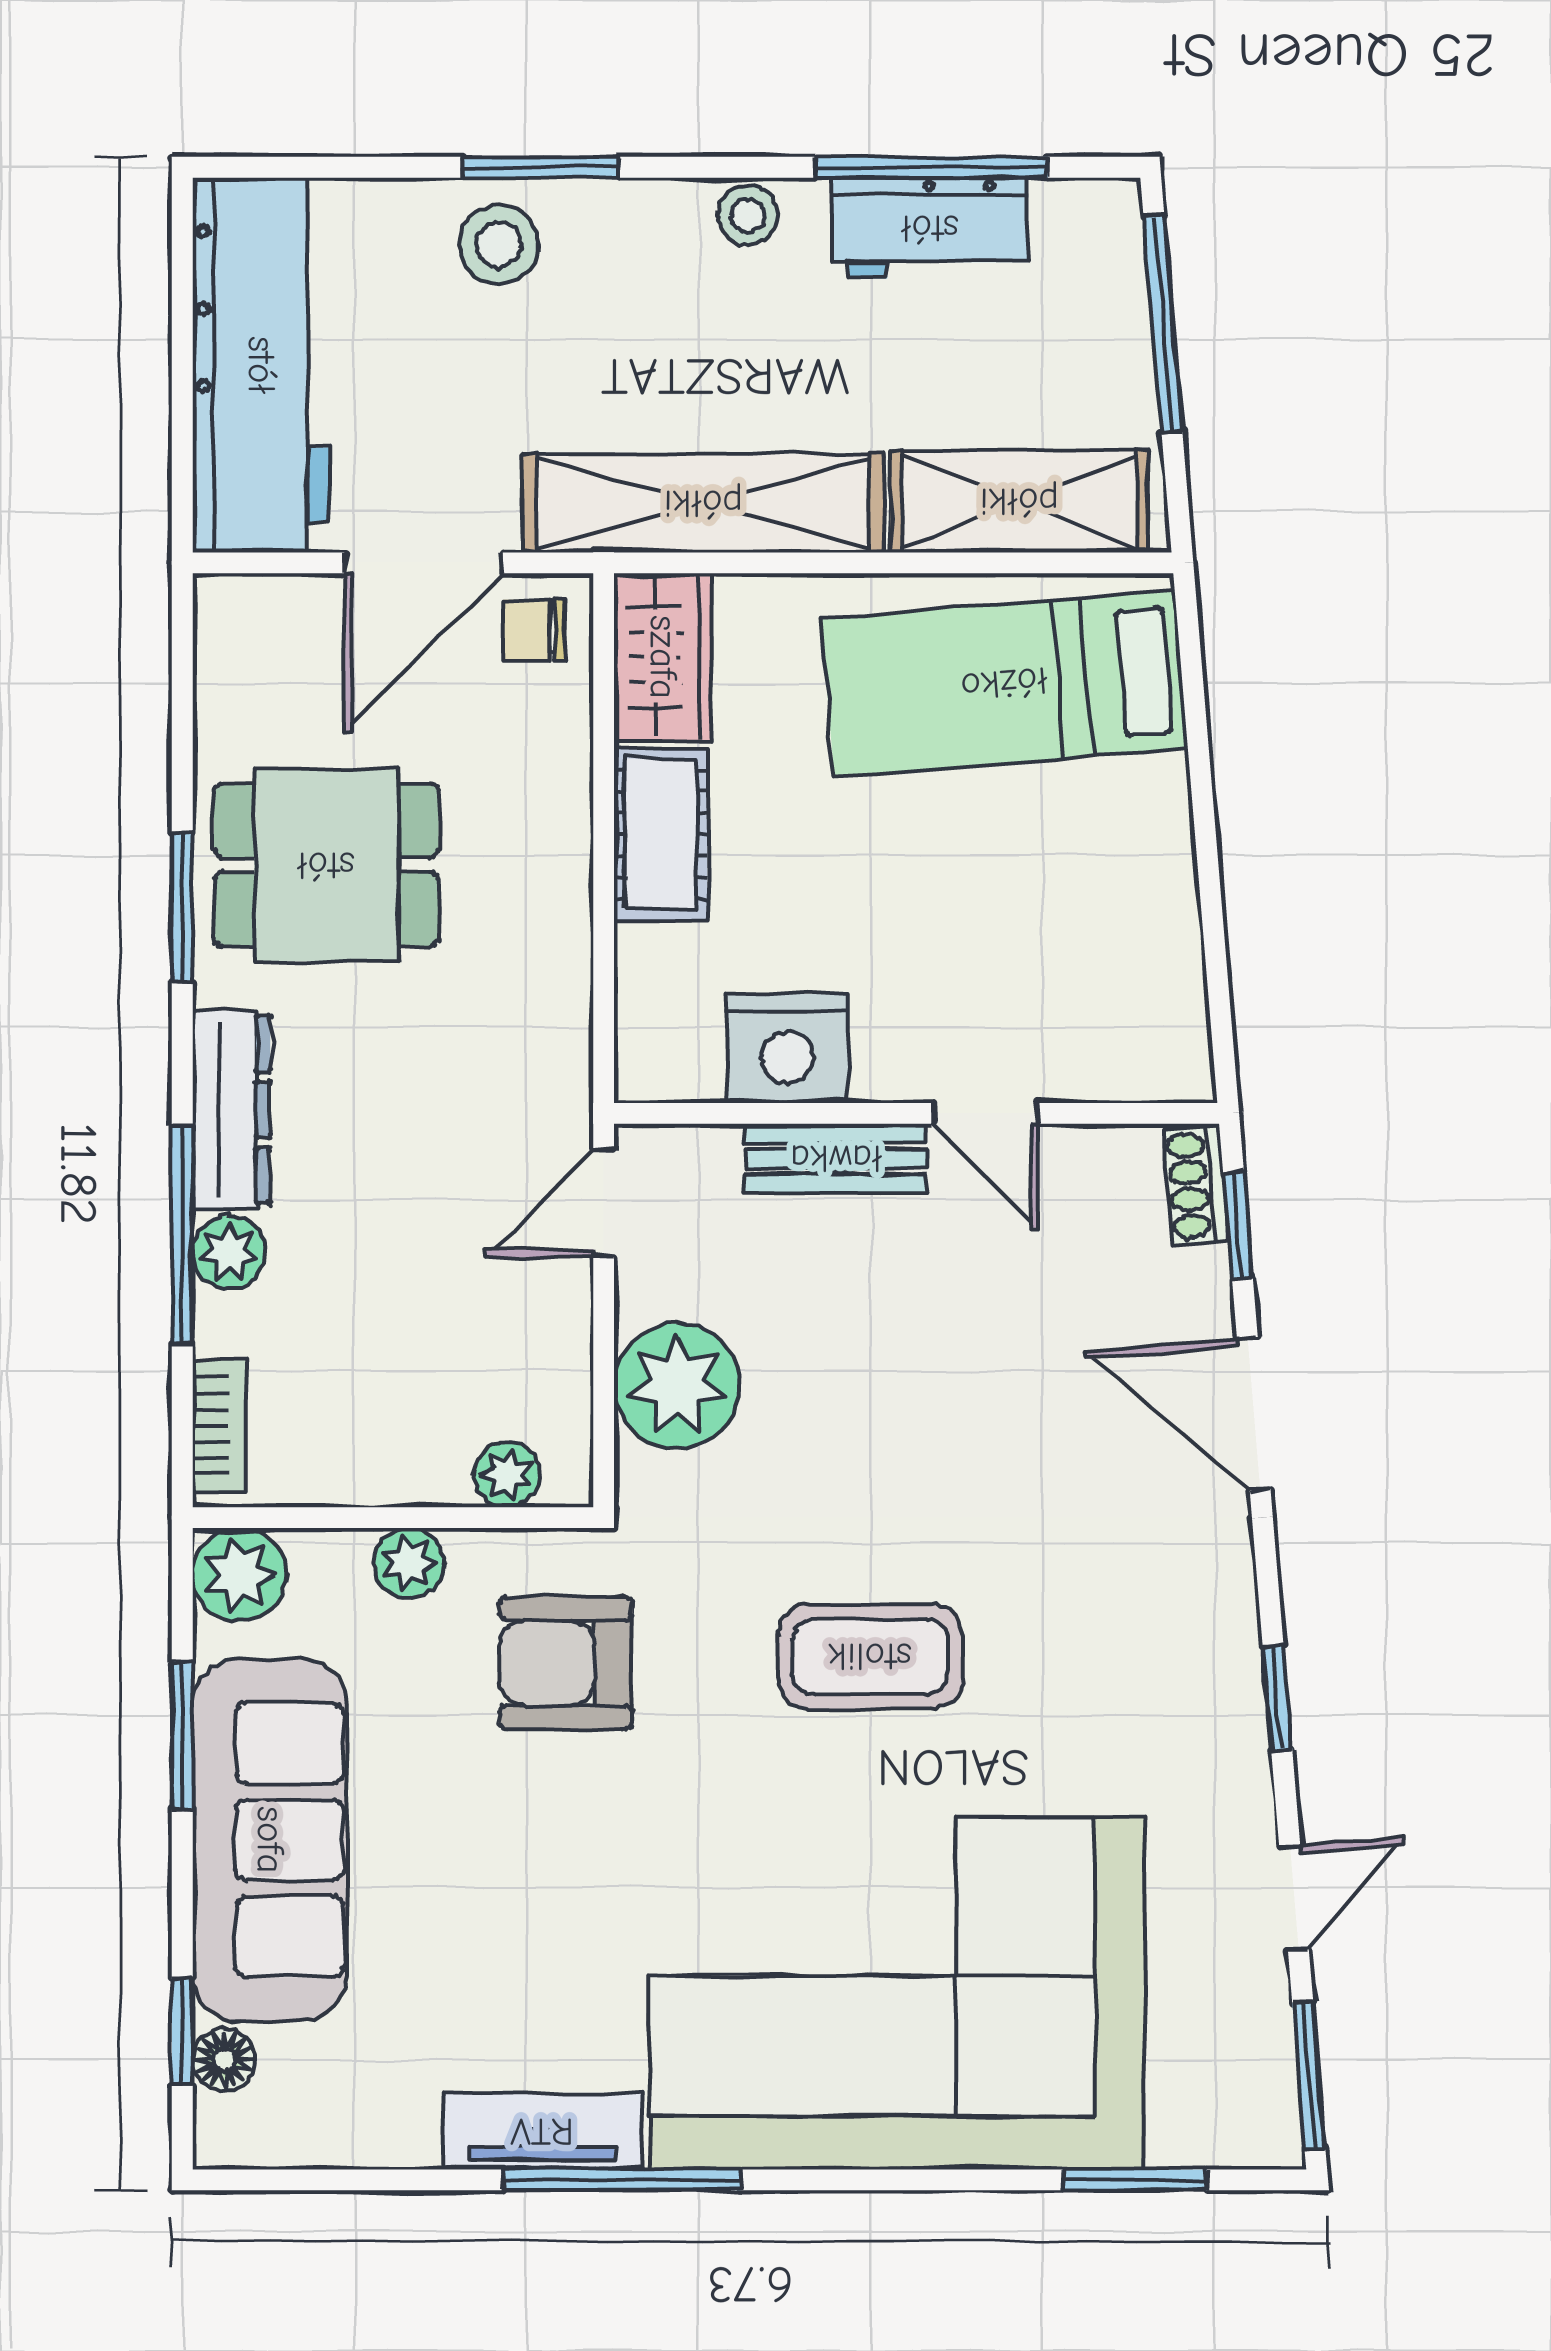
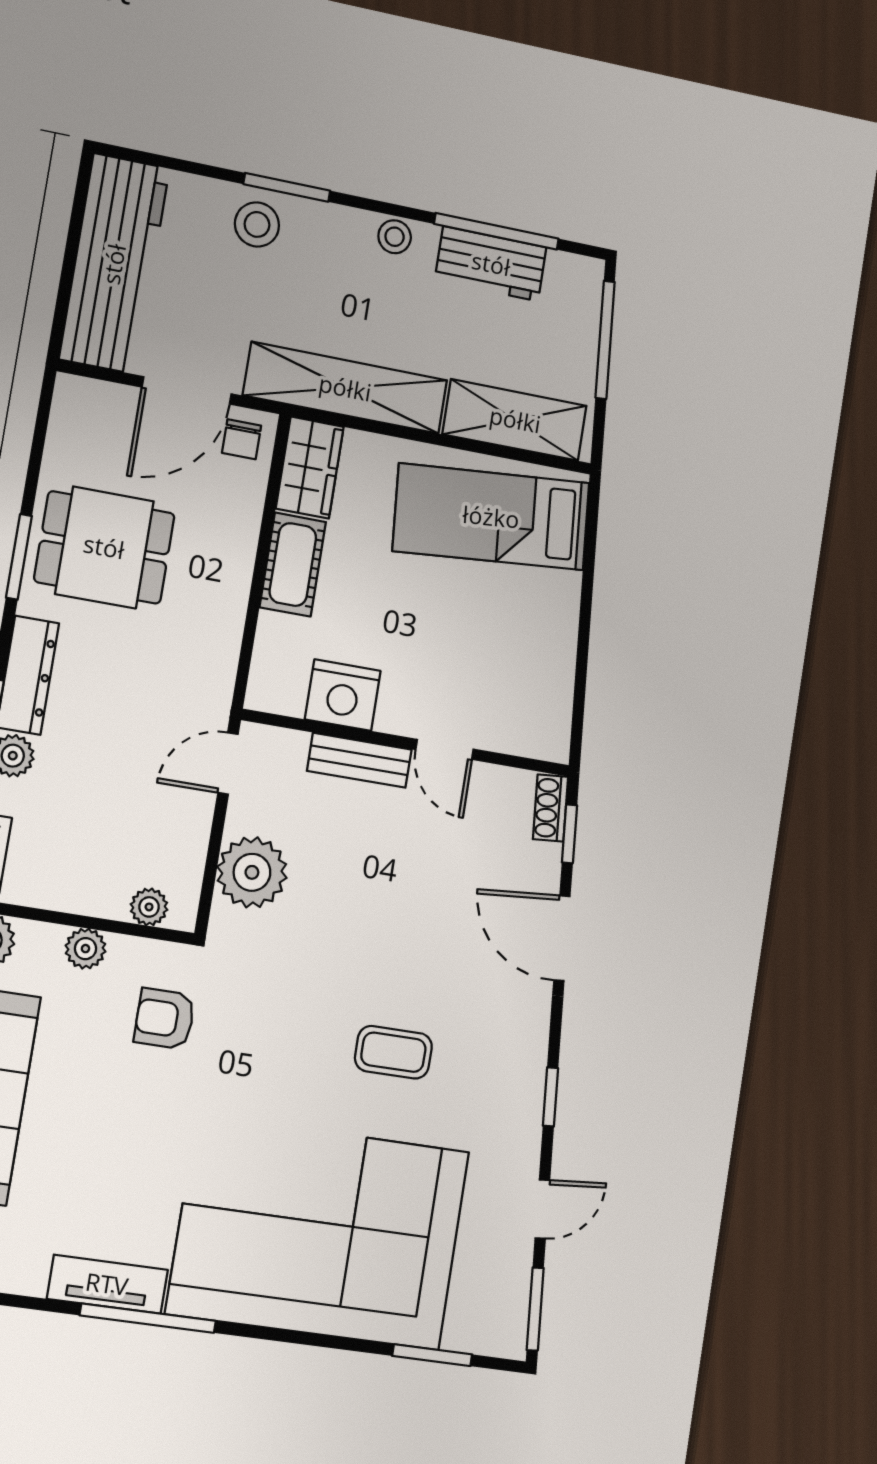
chair: (534, 630) -> (242, 439), turned -90
coffee table: (870, 1656) -> (393, 1052), moved, width x0.73, depth x0.77
armchair: (566, 1663) -> (165, 1019), width x0.72, depth x0.72

